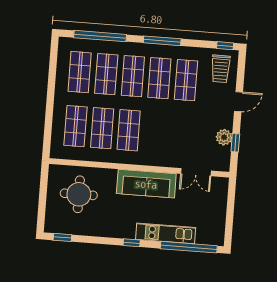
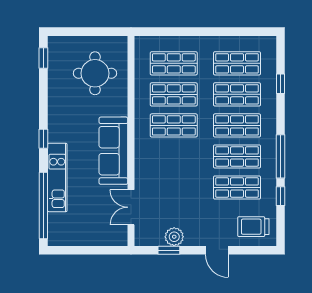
window: (100, 36) -> (281, 84), width x0.32
window: (225, 46) -> (281, 196), moved

